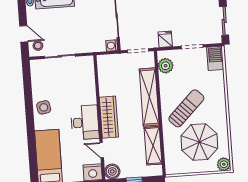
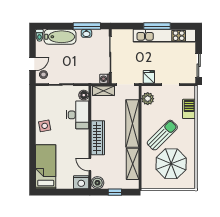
door: (24, 34) -> (33, 64), hinge flipped
barbecue: (215, 58) -> (189, 109), moved
shelving: (112, 60) -> (103, 91), added
floor lamp: (88, 67) -> (84, 95), added
desk: (85, 122) -> (78, 115), moved
plant: (224, 164) -> (190, 183), removed

